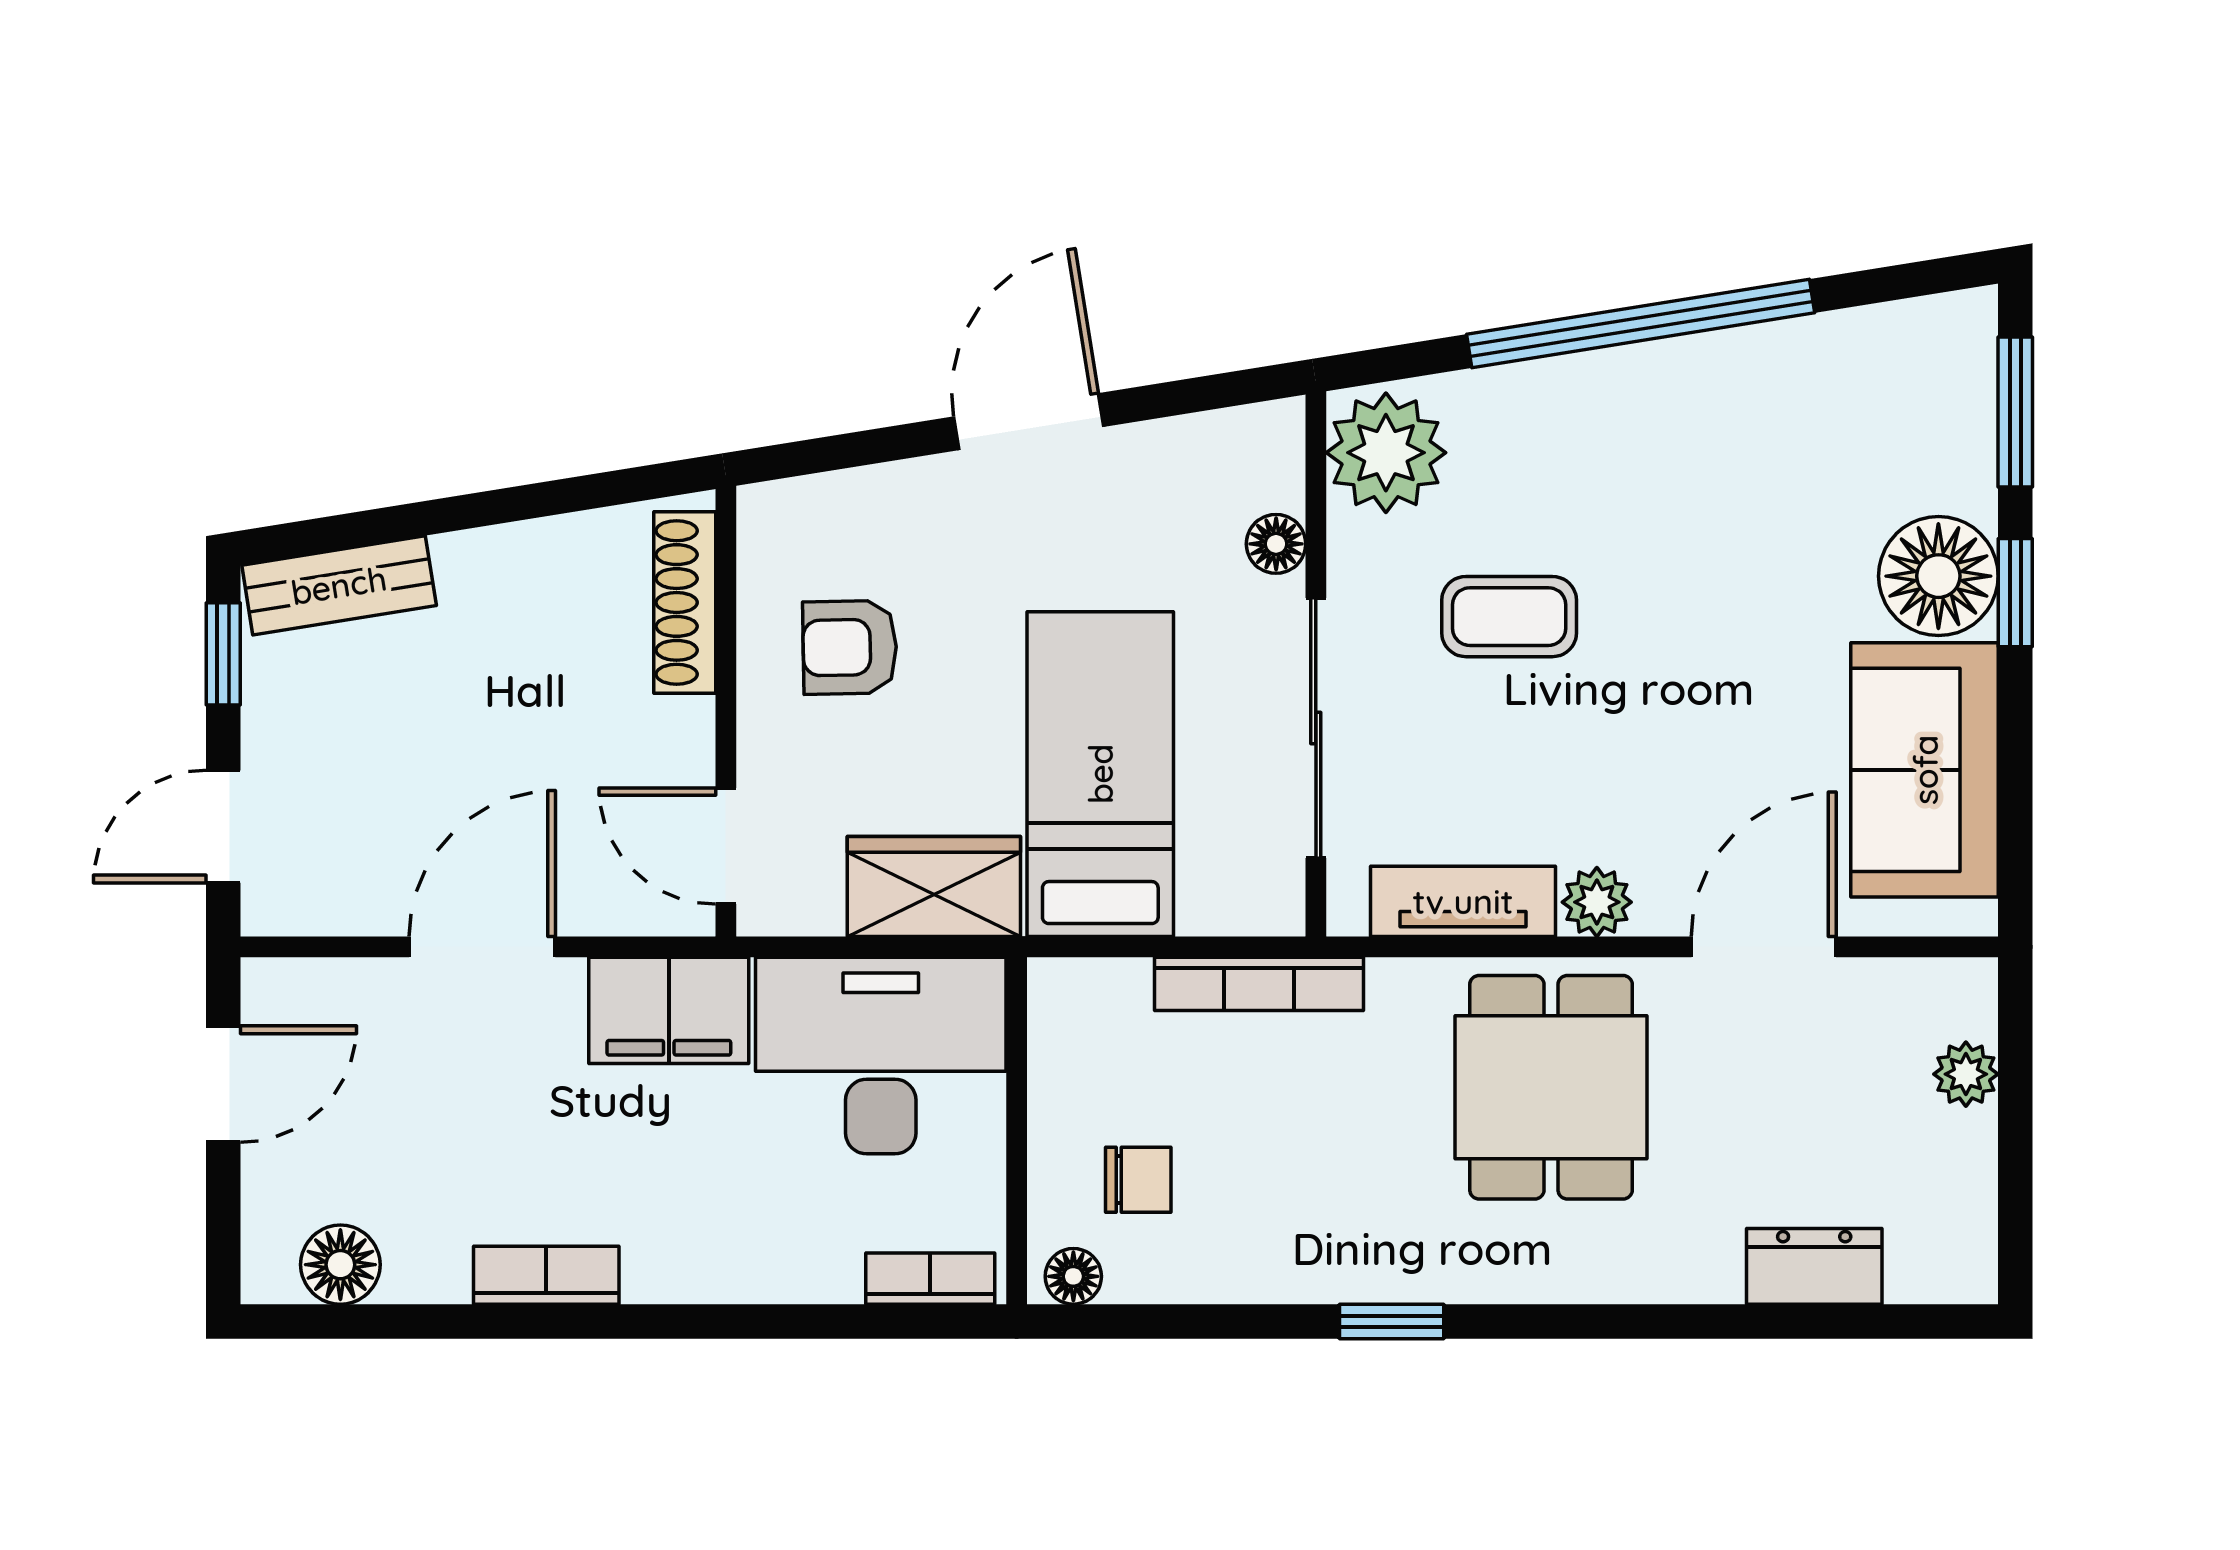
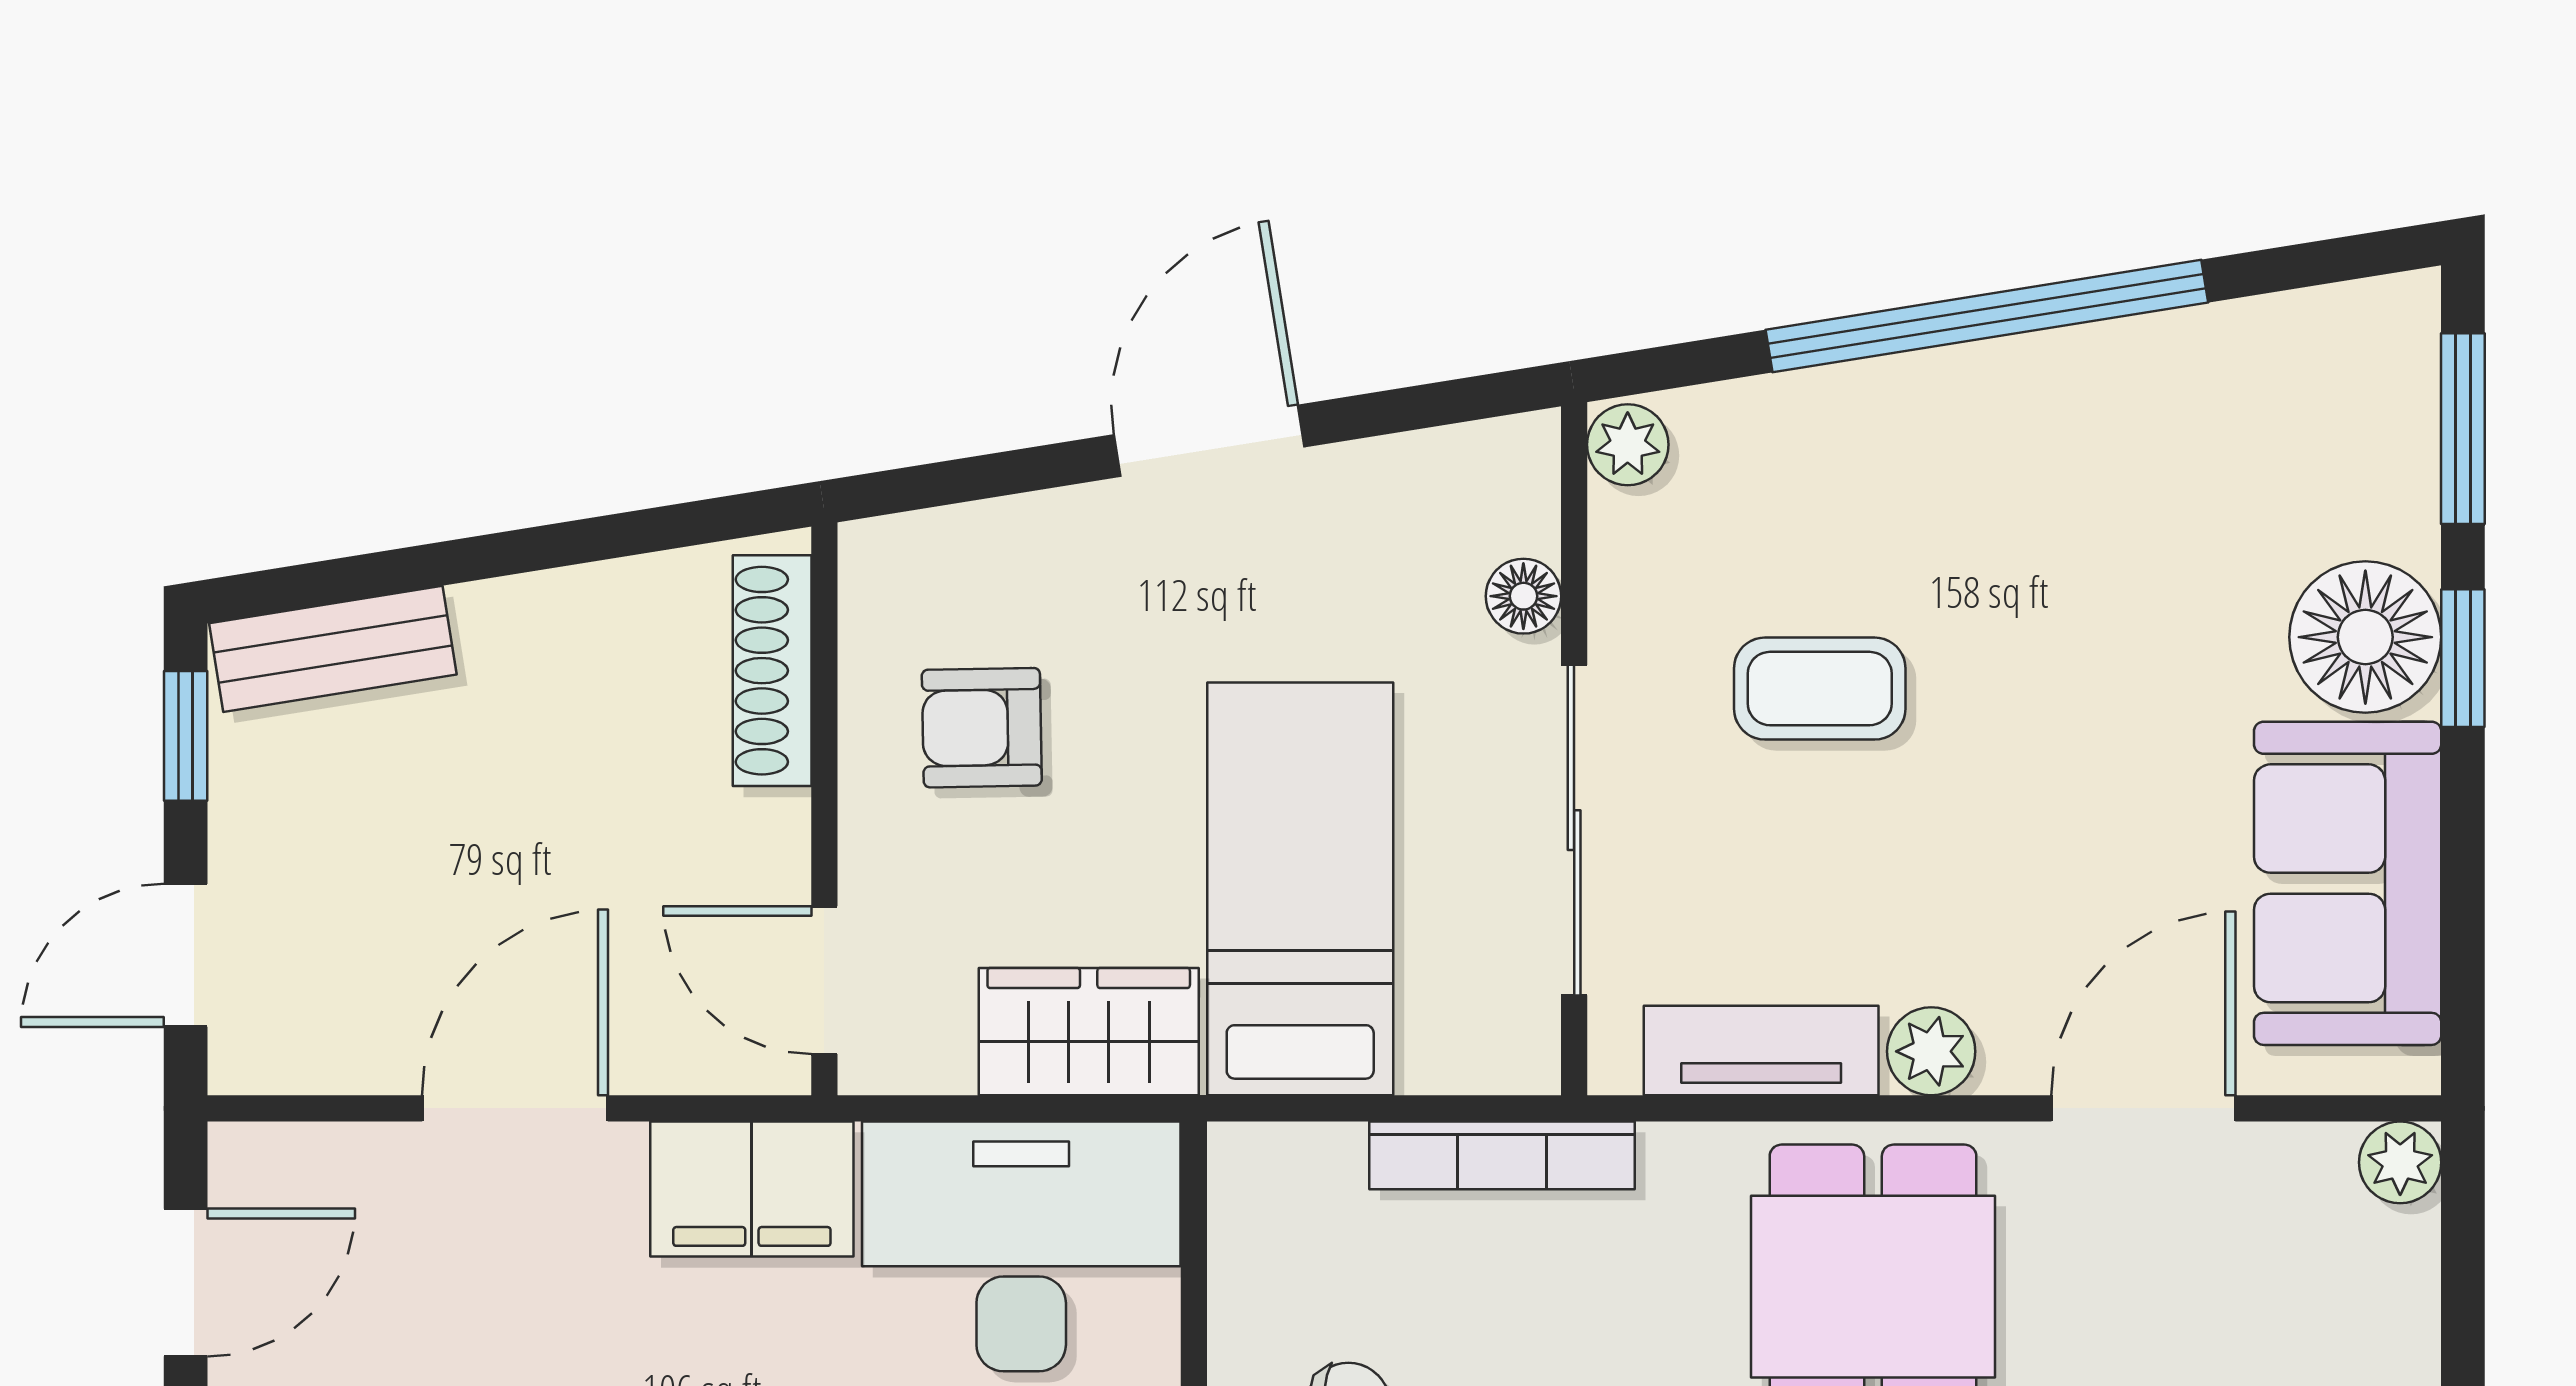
plant: (1386, 453) -> (1628, 445), width x0.53, depth x0.53
plant: (1966, 1074) -> (2400, 1162), moved

